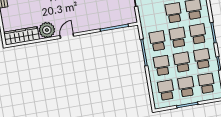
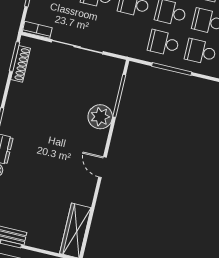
plant: (47, 30) -> (100, 117), moved

